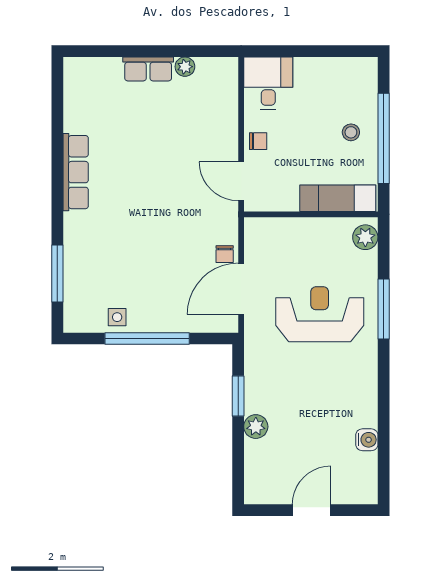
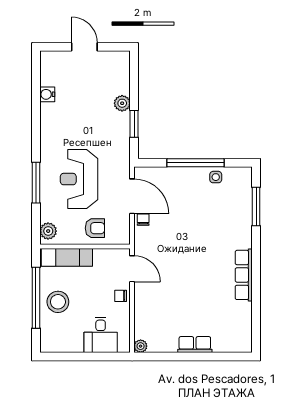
plant: (185, 67) -> (141, 346), moved
desk: (268, 83) -> (101, 335), moved
stool: (351, 132) -> (58, 302), width x1.89, depth x1.89
armchair: (296, 241) -> (95, 228), added
door: (241, 289) -> (132, 196), hinge flipped
reception desk: (320, 314) -> (79, 179), turned 90
door: (312, 510) -> (84, 47), swing flipped

